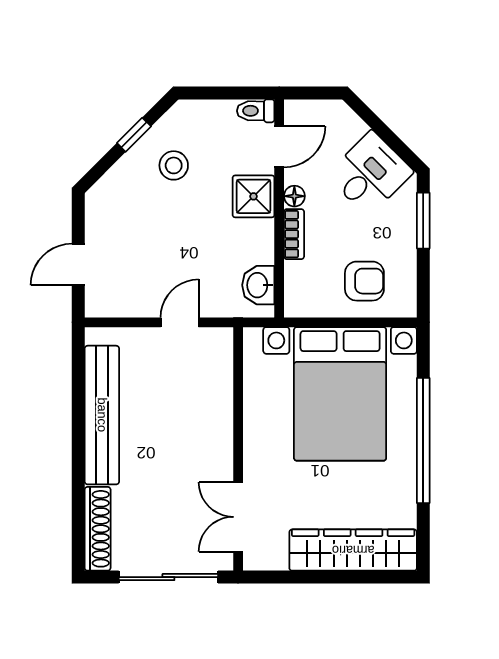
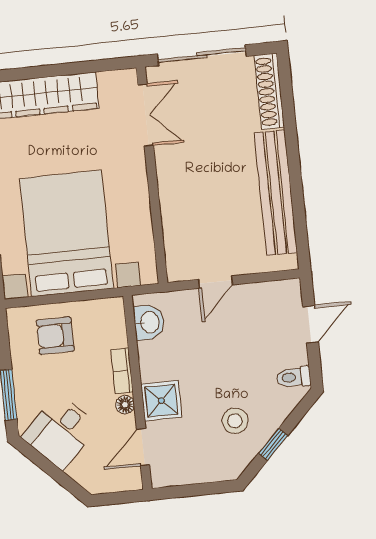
toilet: (256, 111) -> (294, 377), moved, turned 180

